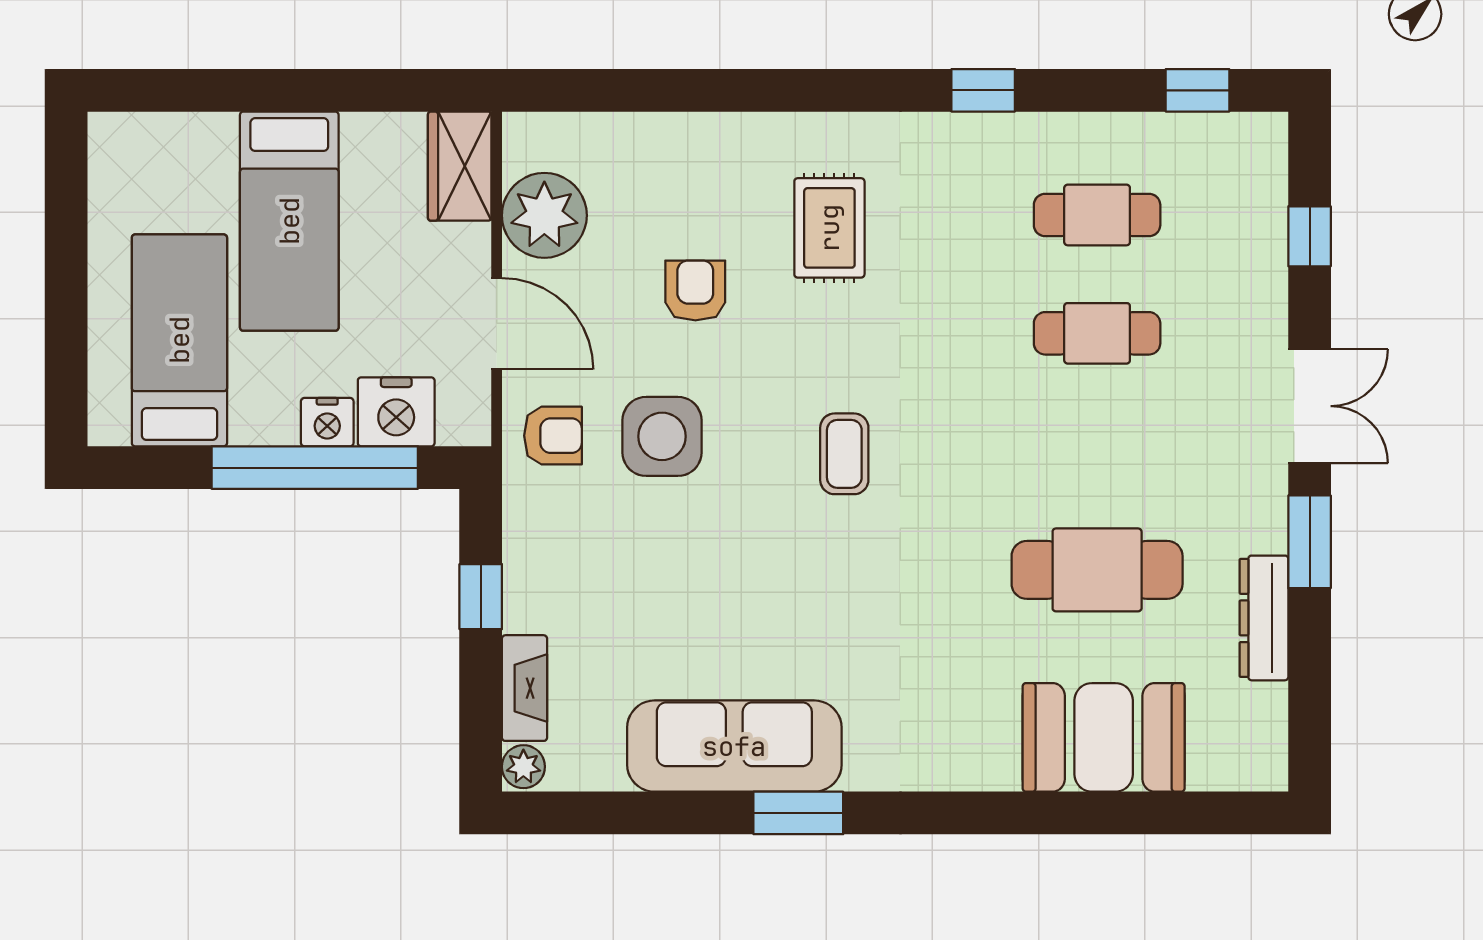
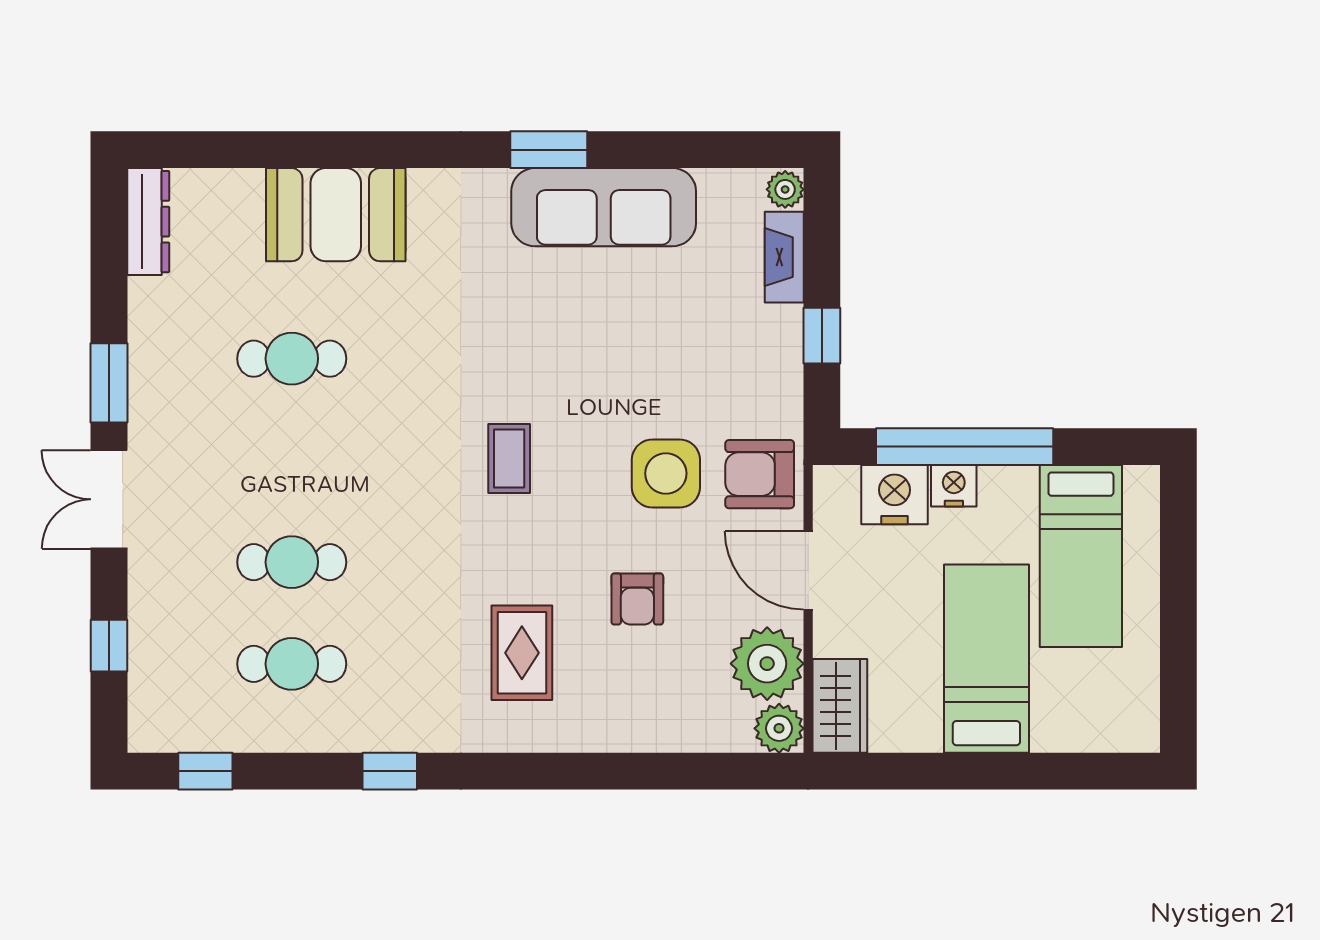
plant: (530, 140) -> (779, 728), added
armchair: (553, 436) -> (760, 474), width x1.38, depth x1.38
cafe table: (1097, 570) -> (292, 359), width x0.73, depth x0.74
dresser: (1264, 618) -> (148, 222), moved
booth: (1104, 737) -> (336, 215), moved

